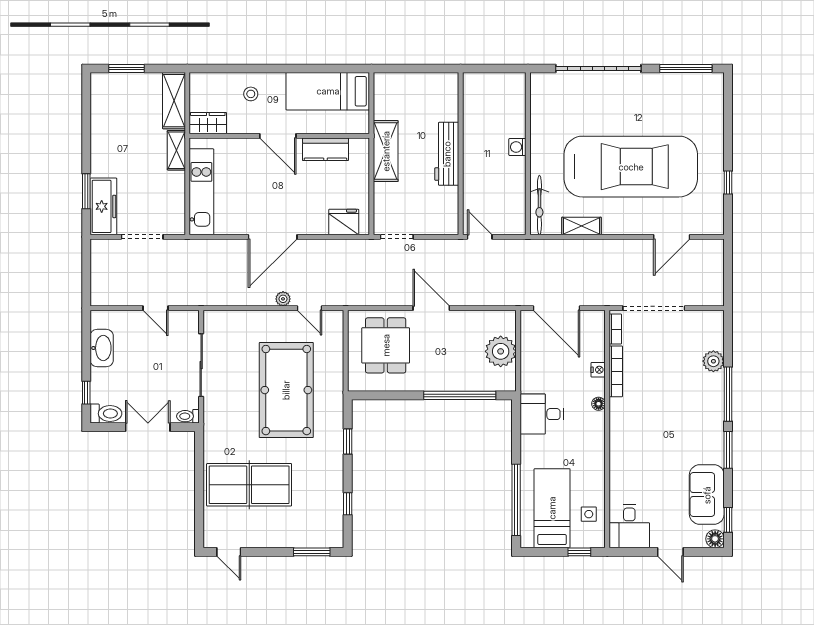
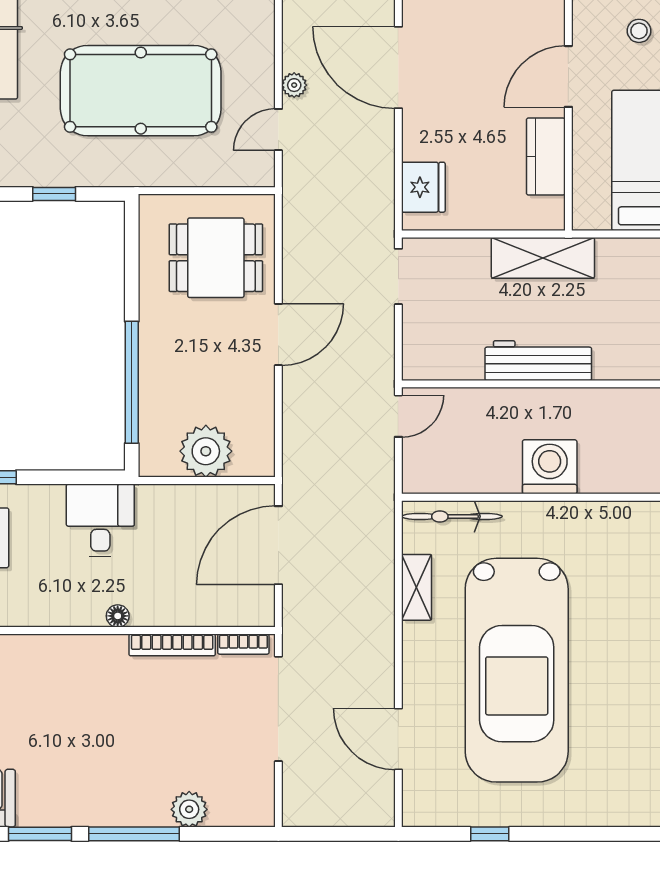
washing machine: (517, 147) -> (550, 467), width x1.89, depth x1.89
nightstand: (598, 370) -> (175, 615), removed

